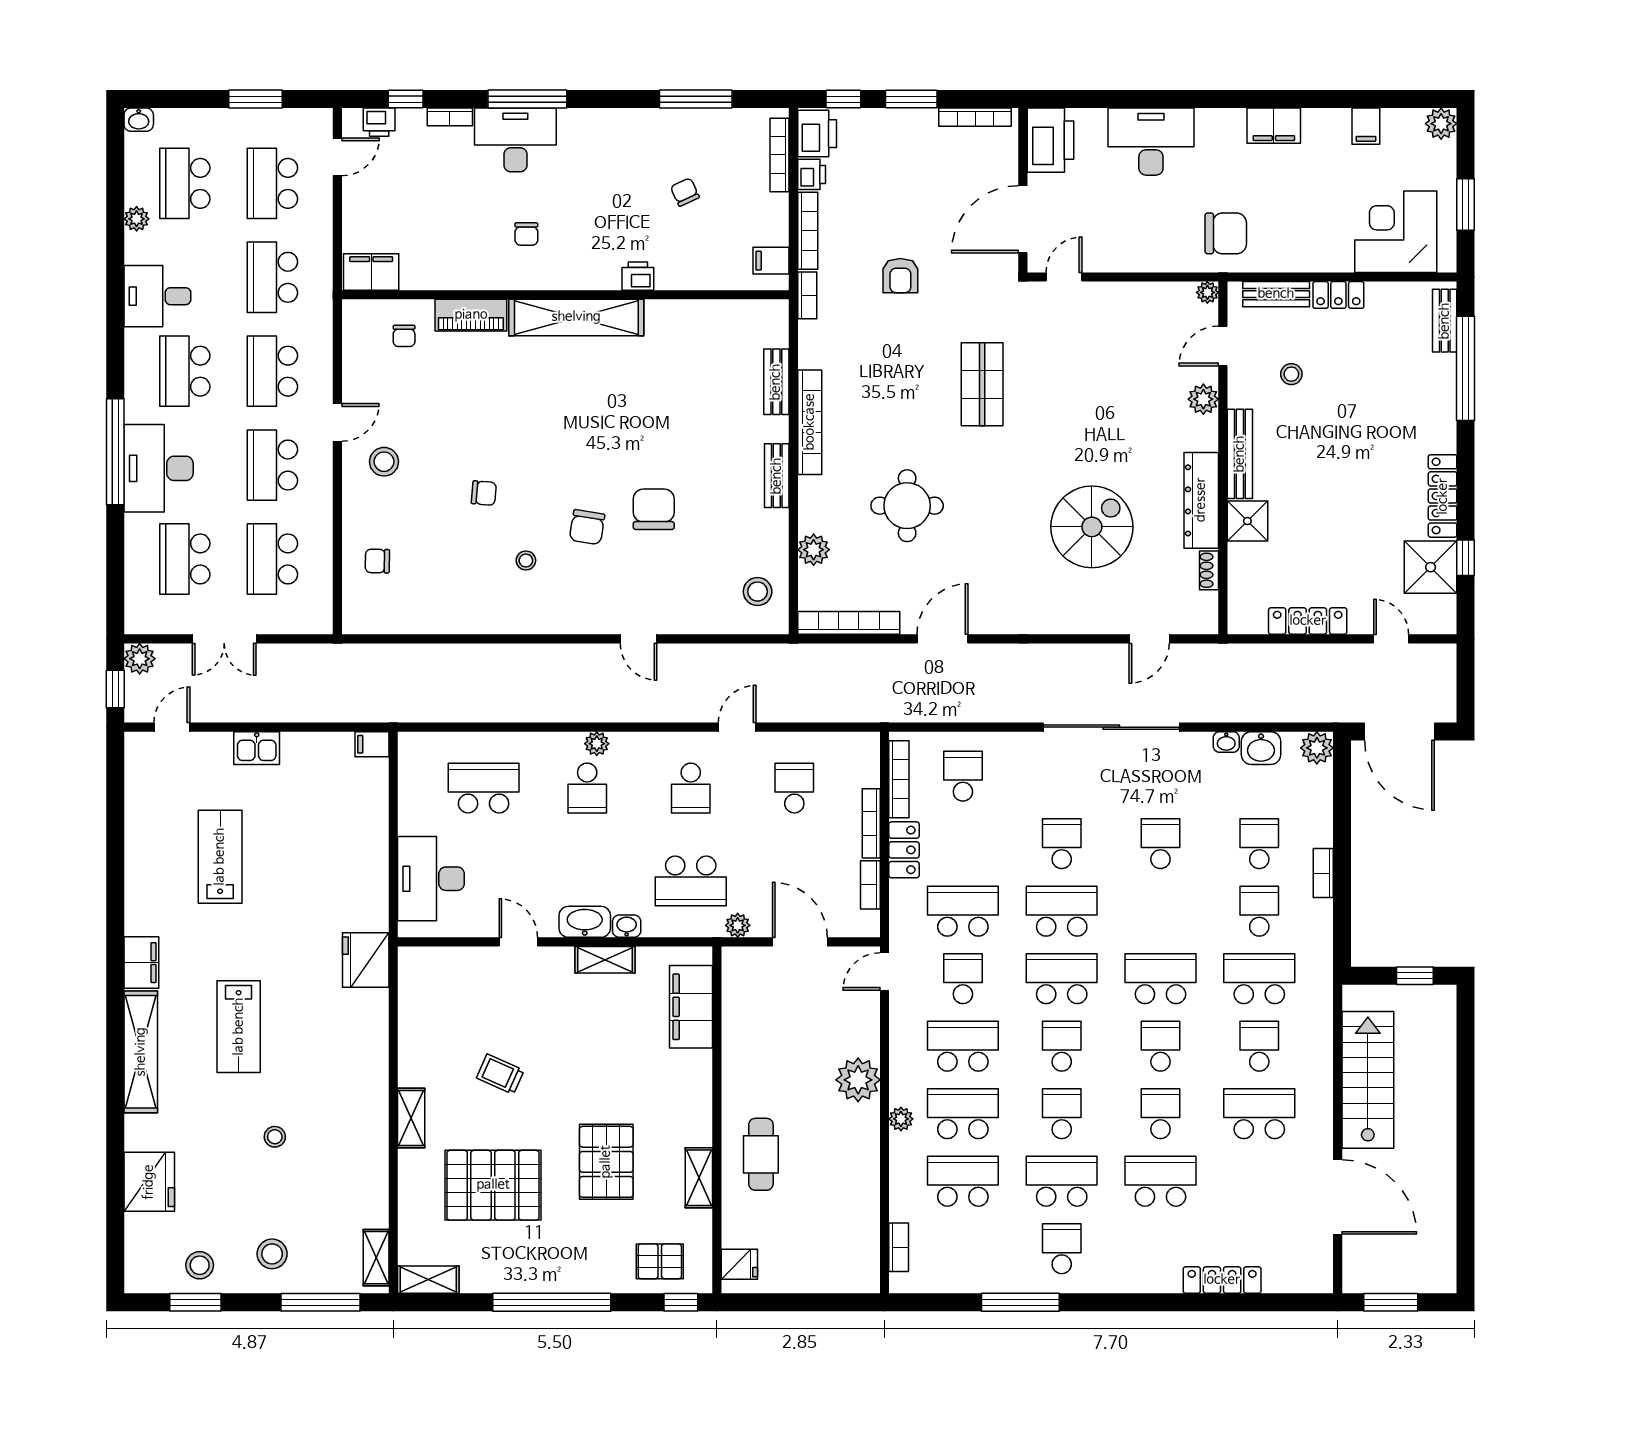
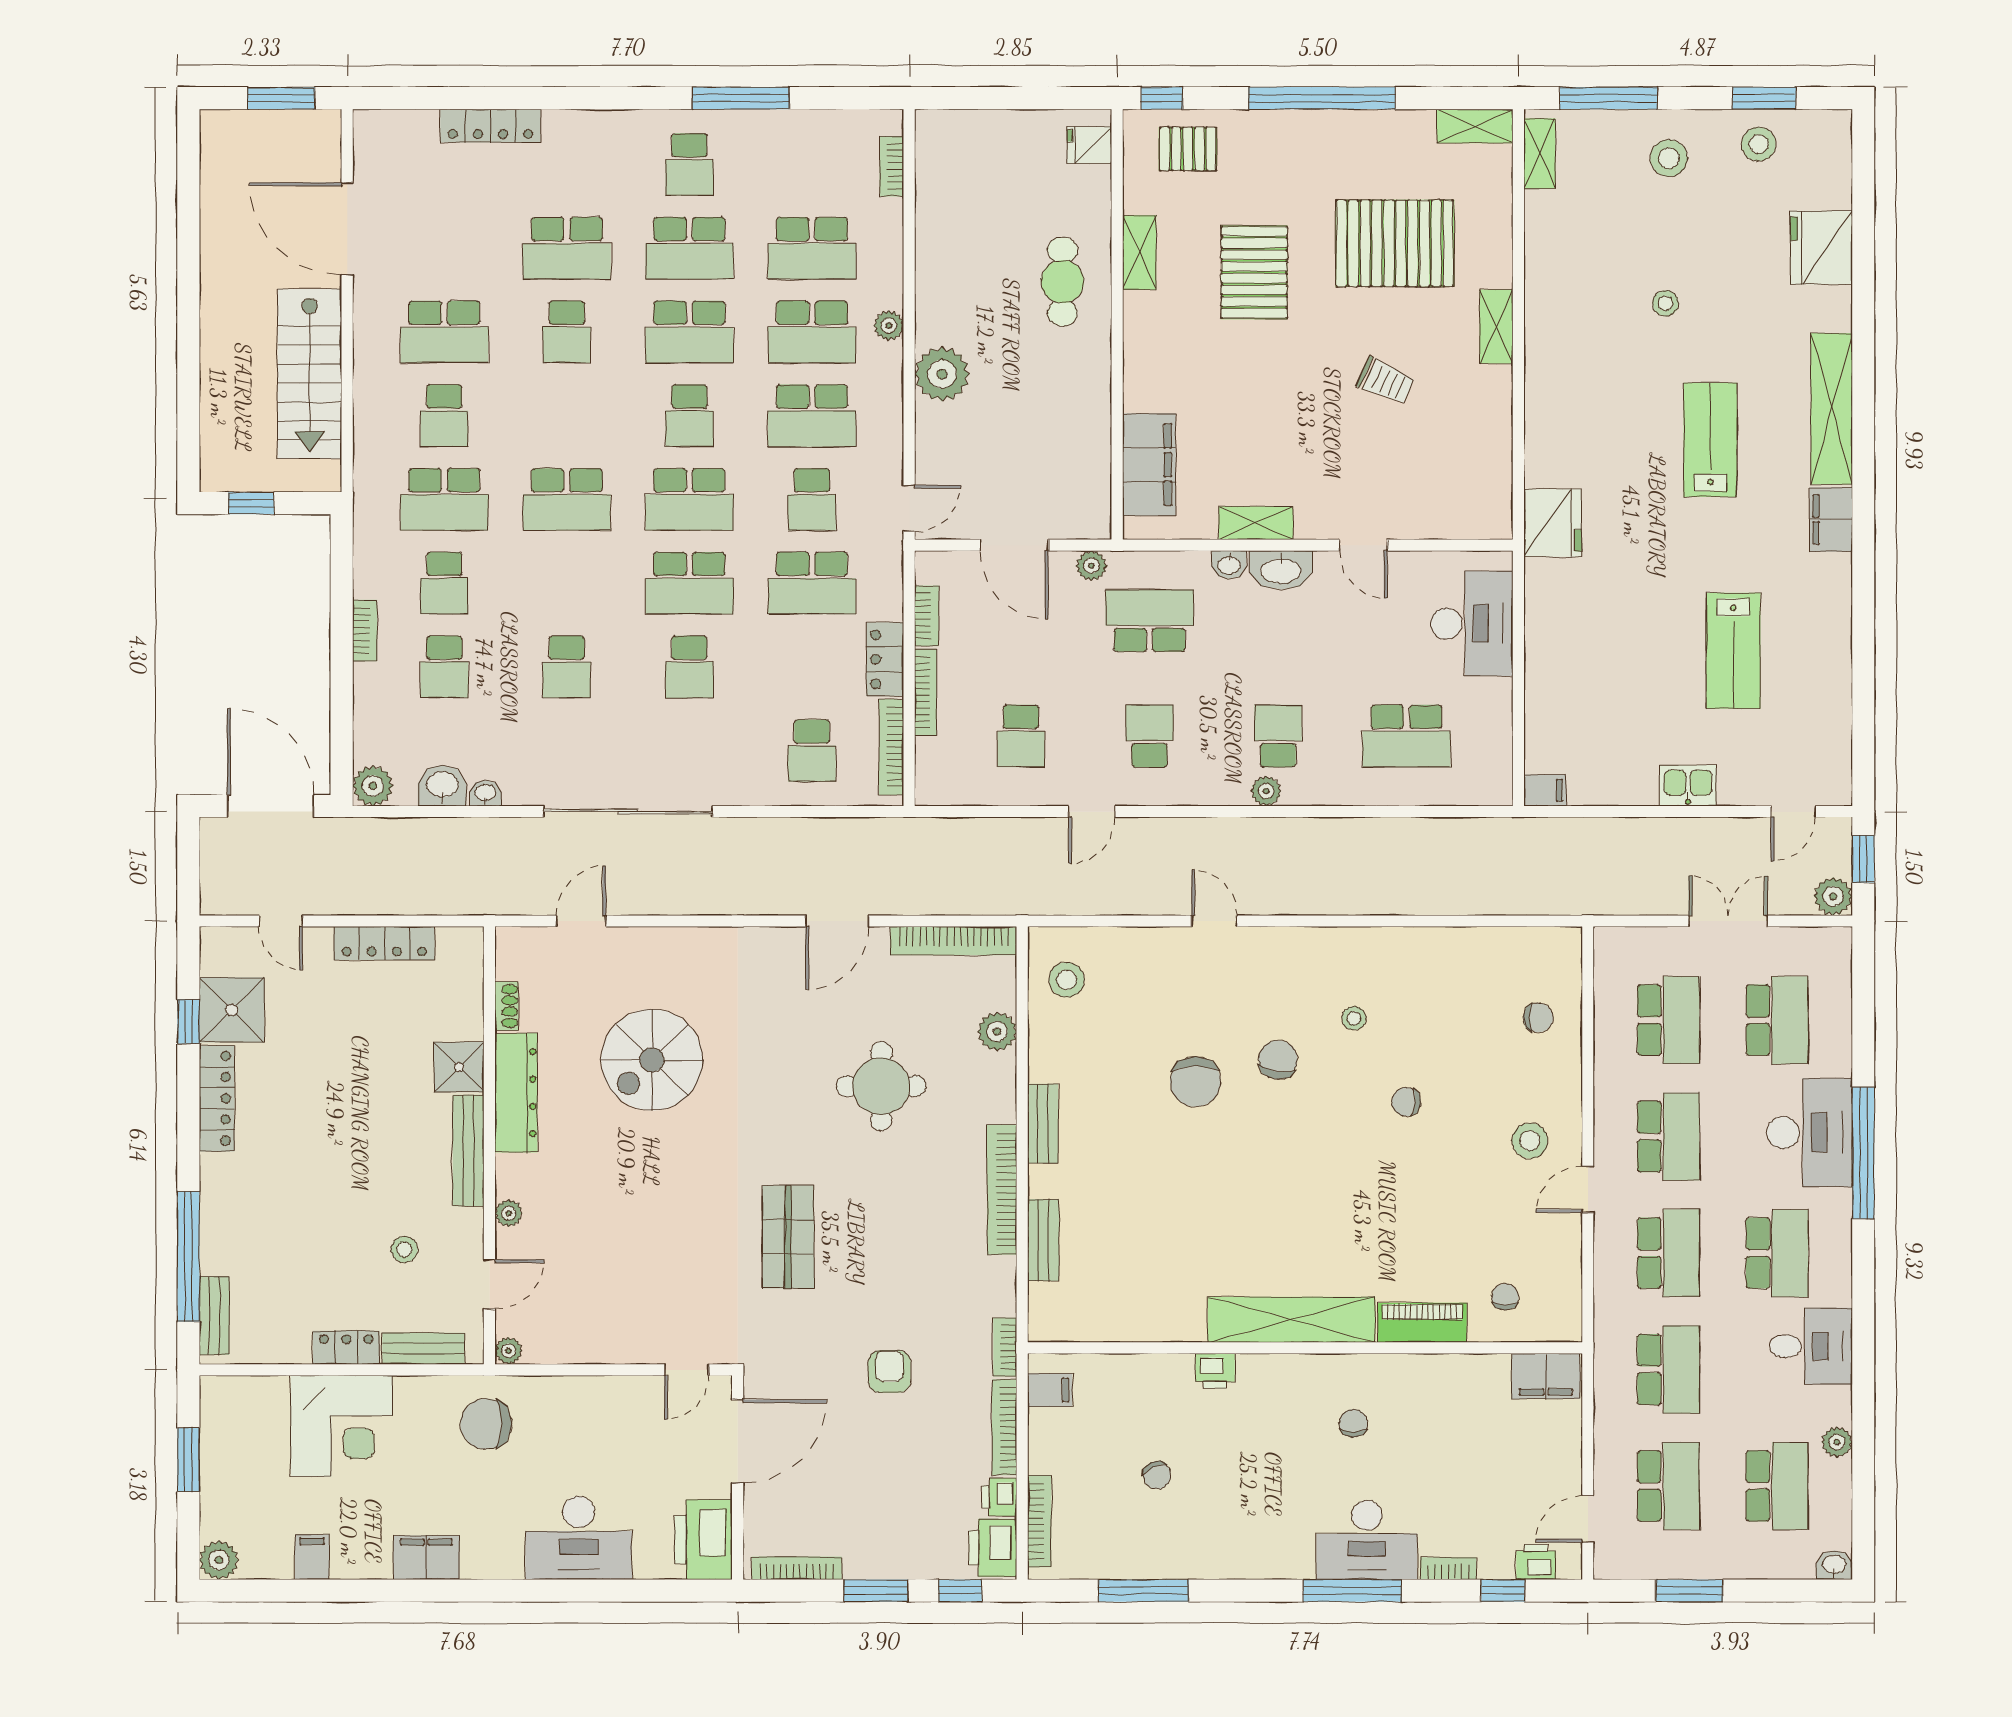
corner desk: (1396, 232) -> (342, 1426), moved
plant: (1203, 399) -> (509, 1213), width x0.73, depth x0.73
school desk: (1160, 1046) -> (567, 416), removed
school desk: (1062, 1114) -> (689, 332), width x1.85

